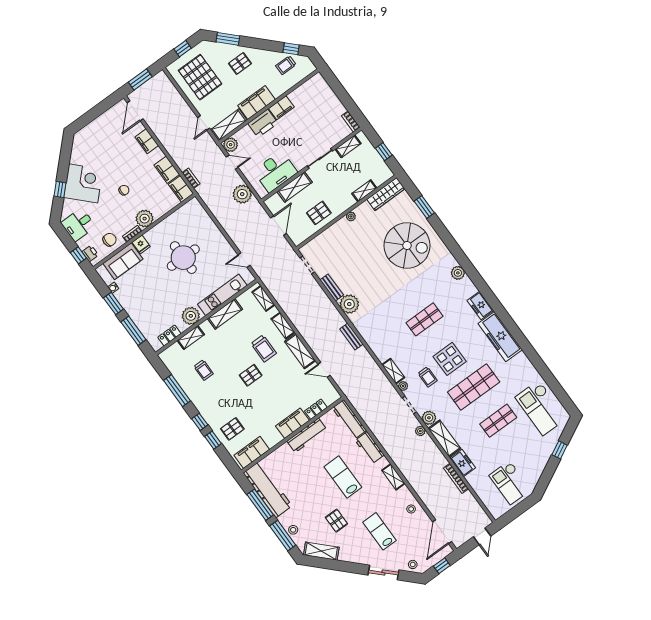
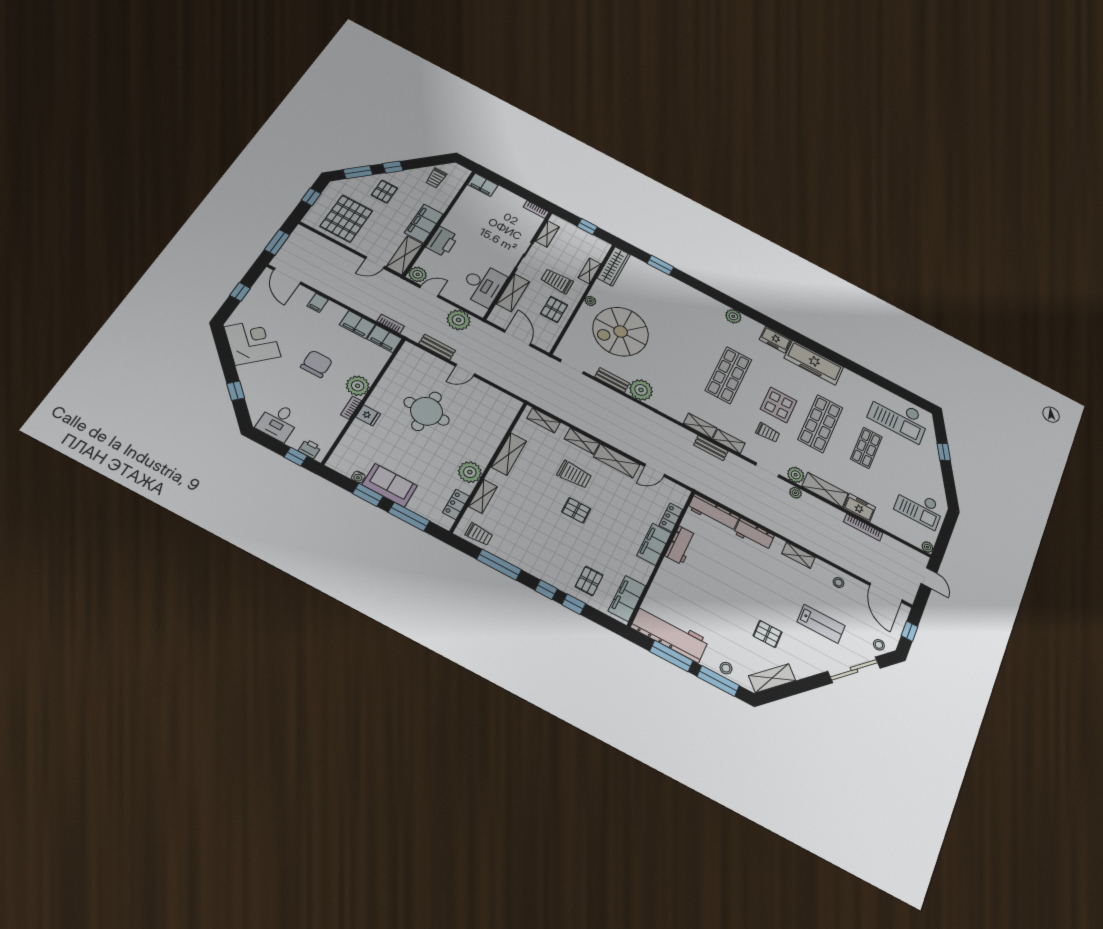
window: (291, 49) -> (393, 167), moved
pallet: (200, 77) -> (346, 219), turned 90
filing cabinet: (281, 108) -> (483, 185), moved, turned 90
window: (96, 112) -> (240, 292), added
door: (204, 123) -> (375, 263), hinge flipped
filing cabinet: (147, 141) -> (318, 303), width x0.50
corner desk: (83, 183) -> (252, 342), moved
chair: (124, 190) -> (317, 364), width x1.87, depth x1.87
trolley: (334, 190) -> (557, 281), added
bench: (216, 210) -> (437, 347), added
chair: (109, 240) -> (326, 424), removed
spiral stairs: (407, 245) -> (621, 332), moved, turned 180
door: (244, 260) -> (465, 370), moved
sofa: (123, 261) -> (390, 485), moved, turned -90
kitchen unit: (222, 295) -> (494, 435), removed
shop shelf: (424, 319) -> (728, 375), width x1.43, depth x1.36
bench: (351, 337) -> (711, 448), moved
shelving: (378, 350) -> (700, 426), added
trolley: (204, 370) -> (479, 534), moved
pallet: (251, 375) -> (576, 510), turned 90
plant: (403, 386) -> (927, 547), moved
workbench: (307, 435) -> (681, 545), width x0.73
lab bench: (343, 477) -> (745, 580), removed
lab bench: (380, 531) -> (821, 624), turned 180
sliding door: (383, 573) -> (854, 670), width x1.37

